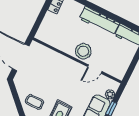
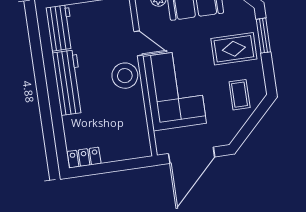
corner sofa: (59, 71) -> (175, 90), added

